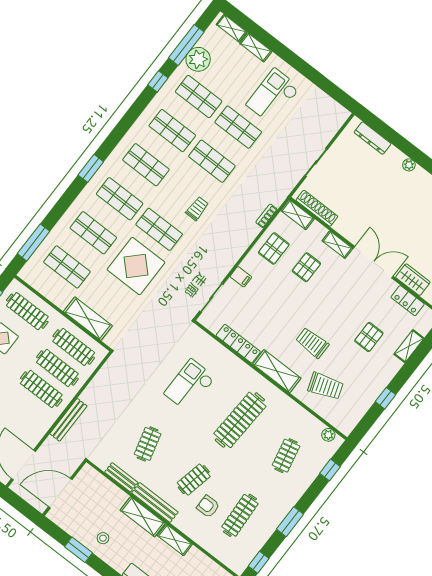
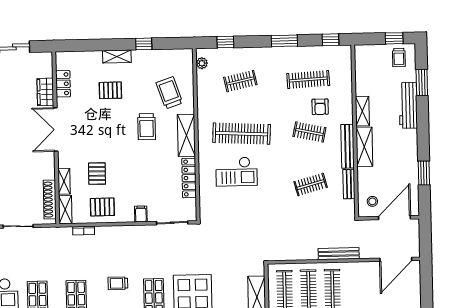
shelving: (337, 245) -> (64, 181), moved
pallet: (306, 267) -> (97, 174), turned 90
shelving: (409, 346) -> (117, 57), moved
checkout: (190, 385) -> (236, 172), moved
door: (60, 493) -> (395, 218), swing flipped
stool: (103, 538) -> (372, 201), moved

